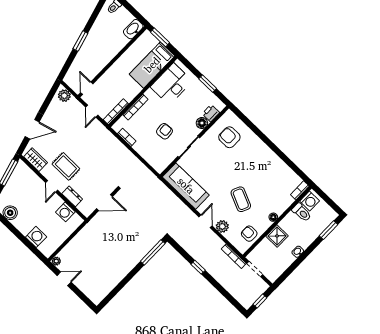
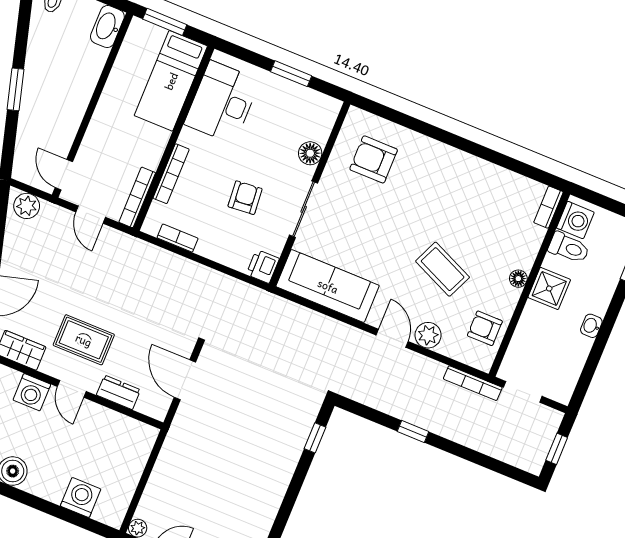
printer: (211, 113) -> (263, 266), moved
door: (104, 203) -> (185, 380), swing flipped
washing machine: (65, 212) -> (32, 392), moved
shower: (277, 236) -> (549, 289), moved
window: (153, 252) -> (315, 438), width x0.46

